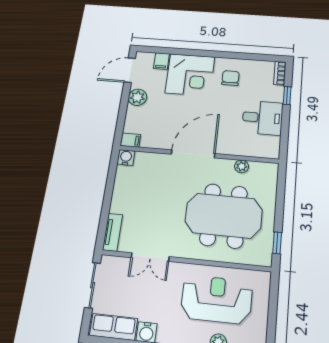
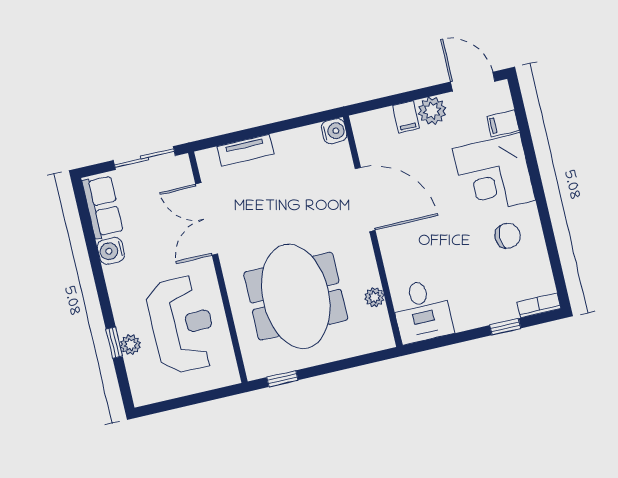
desk: (263, 118) -> (422, 311), moved
filing cabinet: (130, 140) -> (406, 117), moved
door: (193, 154) -> (365, 199), moved
tv unit: (112, 232) -> (245, 150), moved
double door: (150, 257) -> (207, 219), width x1.37

